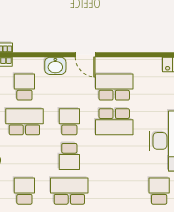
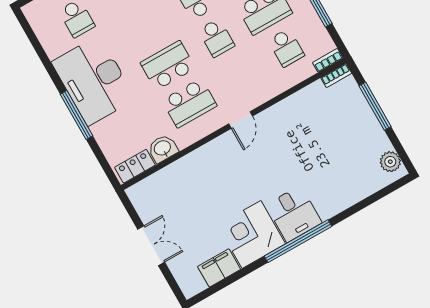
door: (85, 55) -> (241, 120), swing flipped
washbasin: (55, 66) -> (163, 148), moved

